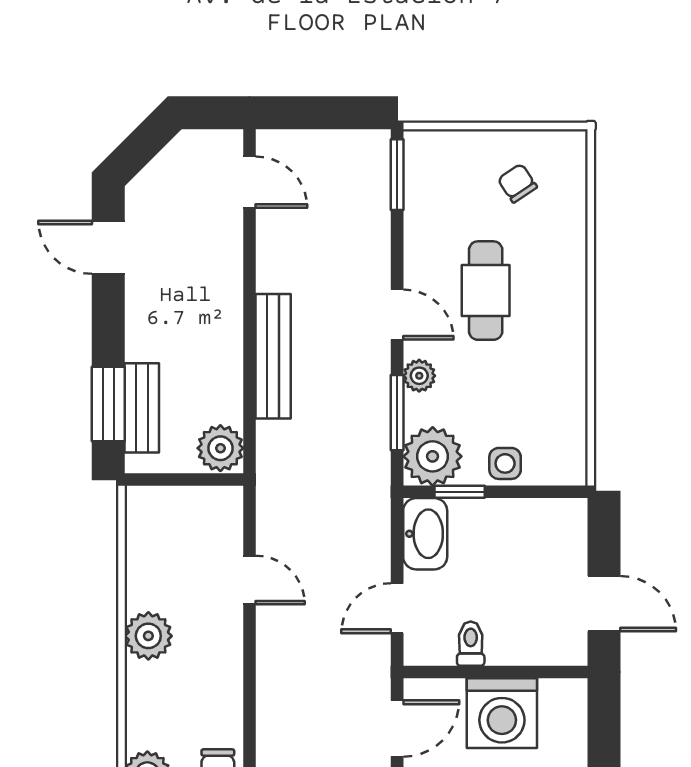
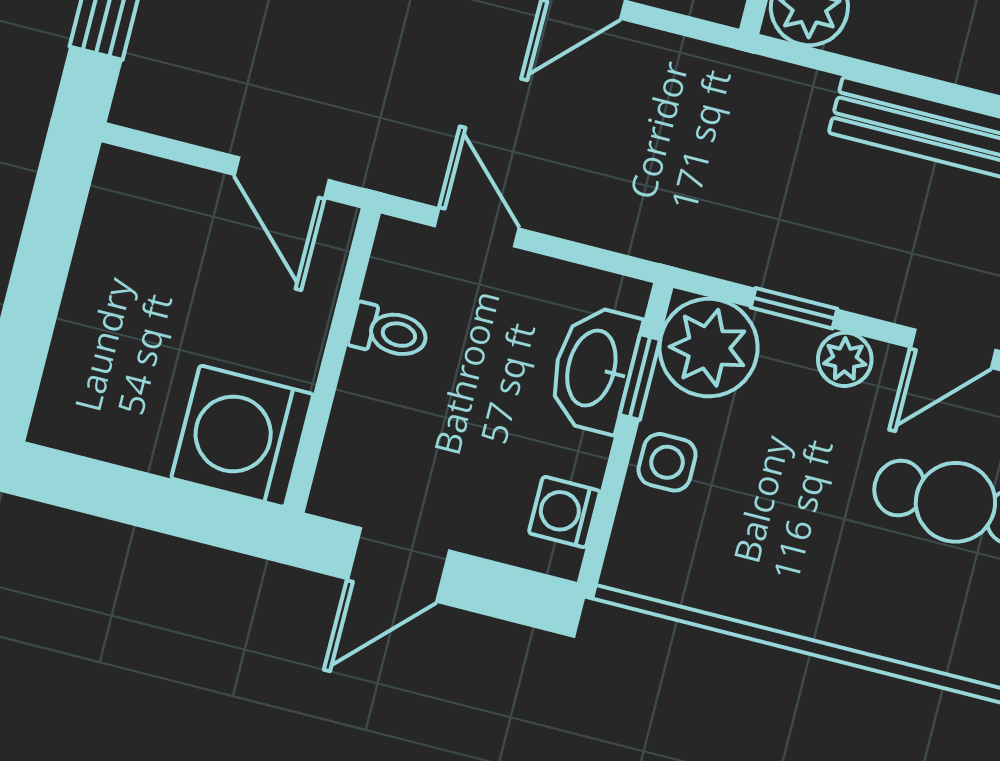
window: (397, 413) -> (794, 308), width x0.67
washing machine: (549, 515) -> (564, 512), added
washbasin: (425, 534) -> (594, 369), moved, turned 90
washing machine: (502, 713) -> (242, 436), moved

